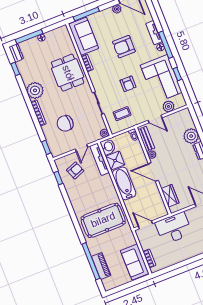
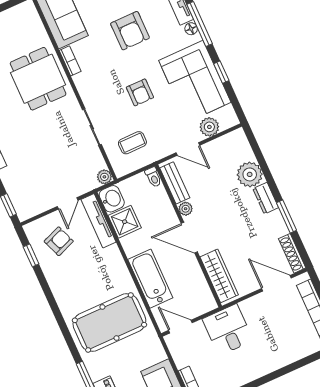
armchair: (124, 47) -> (130, 31), turned -90
chair: (65, 123) -> (38, 164), removed
bathtub: (124, 183) -> (150, 279), moved
wardrobe: (170, 196) -> (219, 276), width x1.50
desk: (174, 228) -> (228, 330), width x0.73

